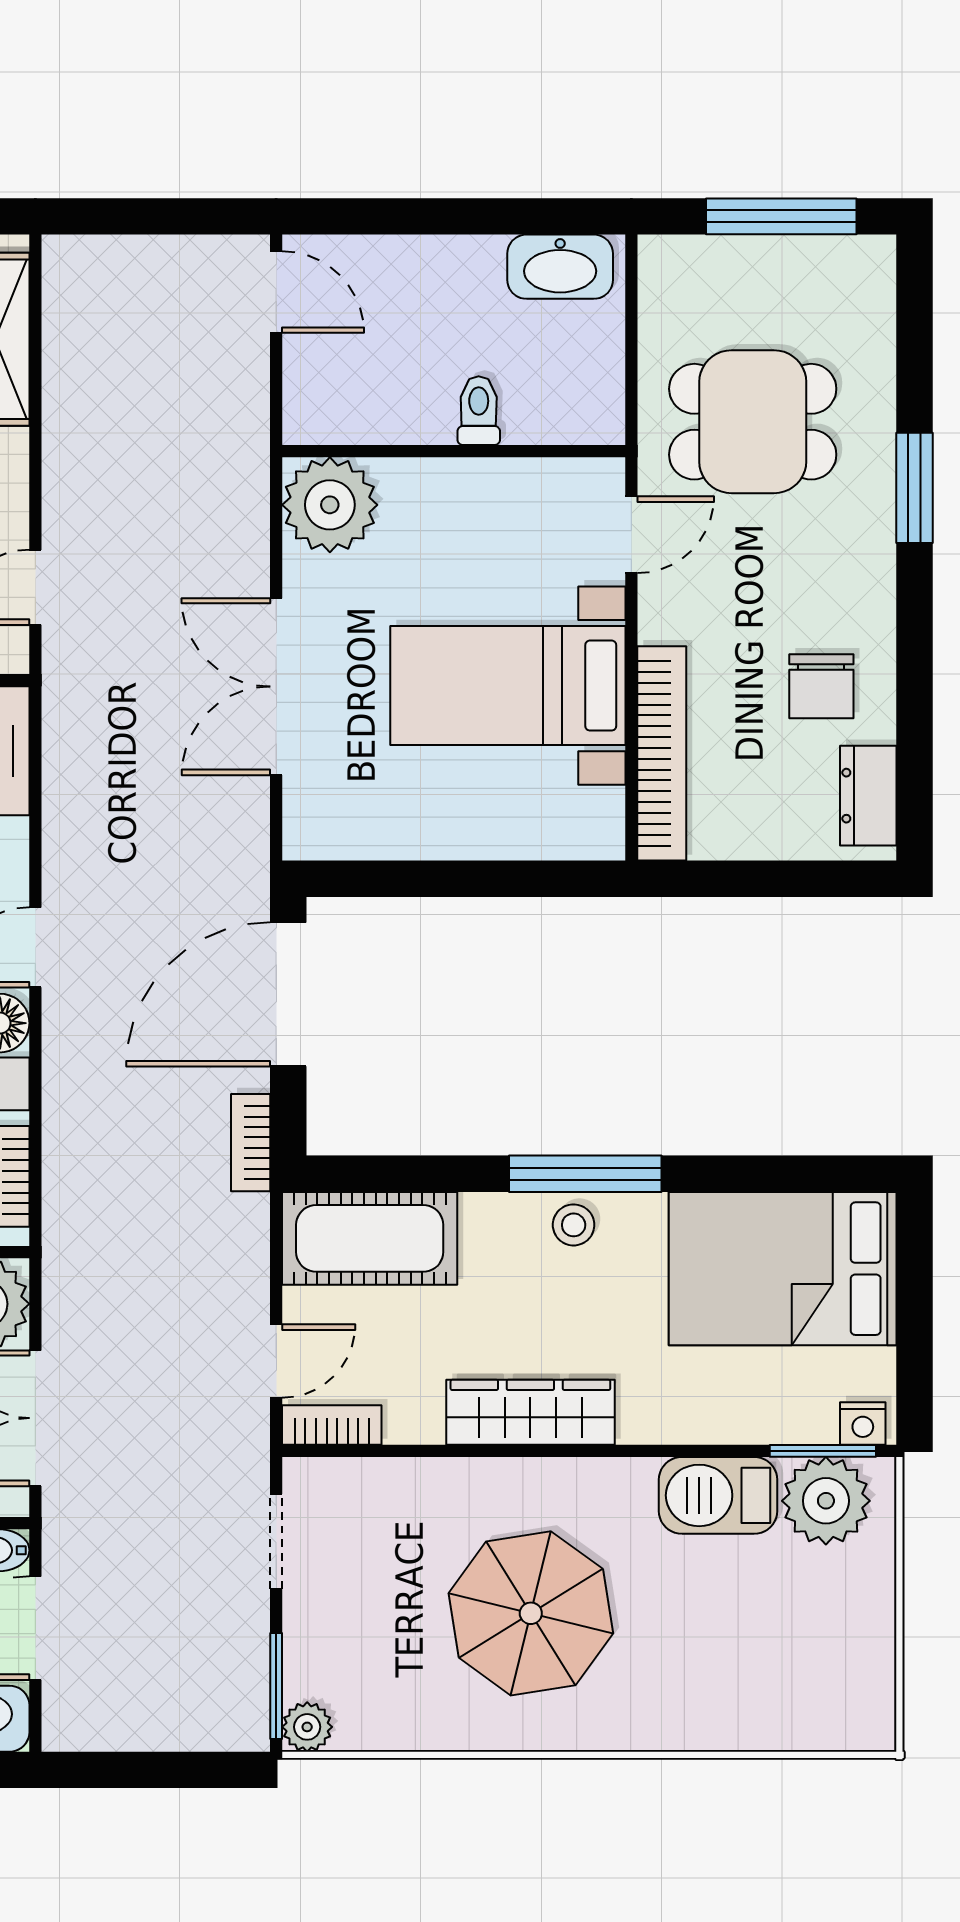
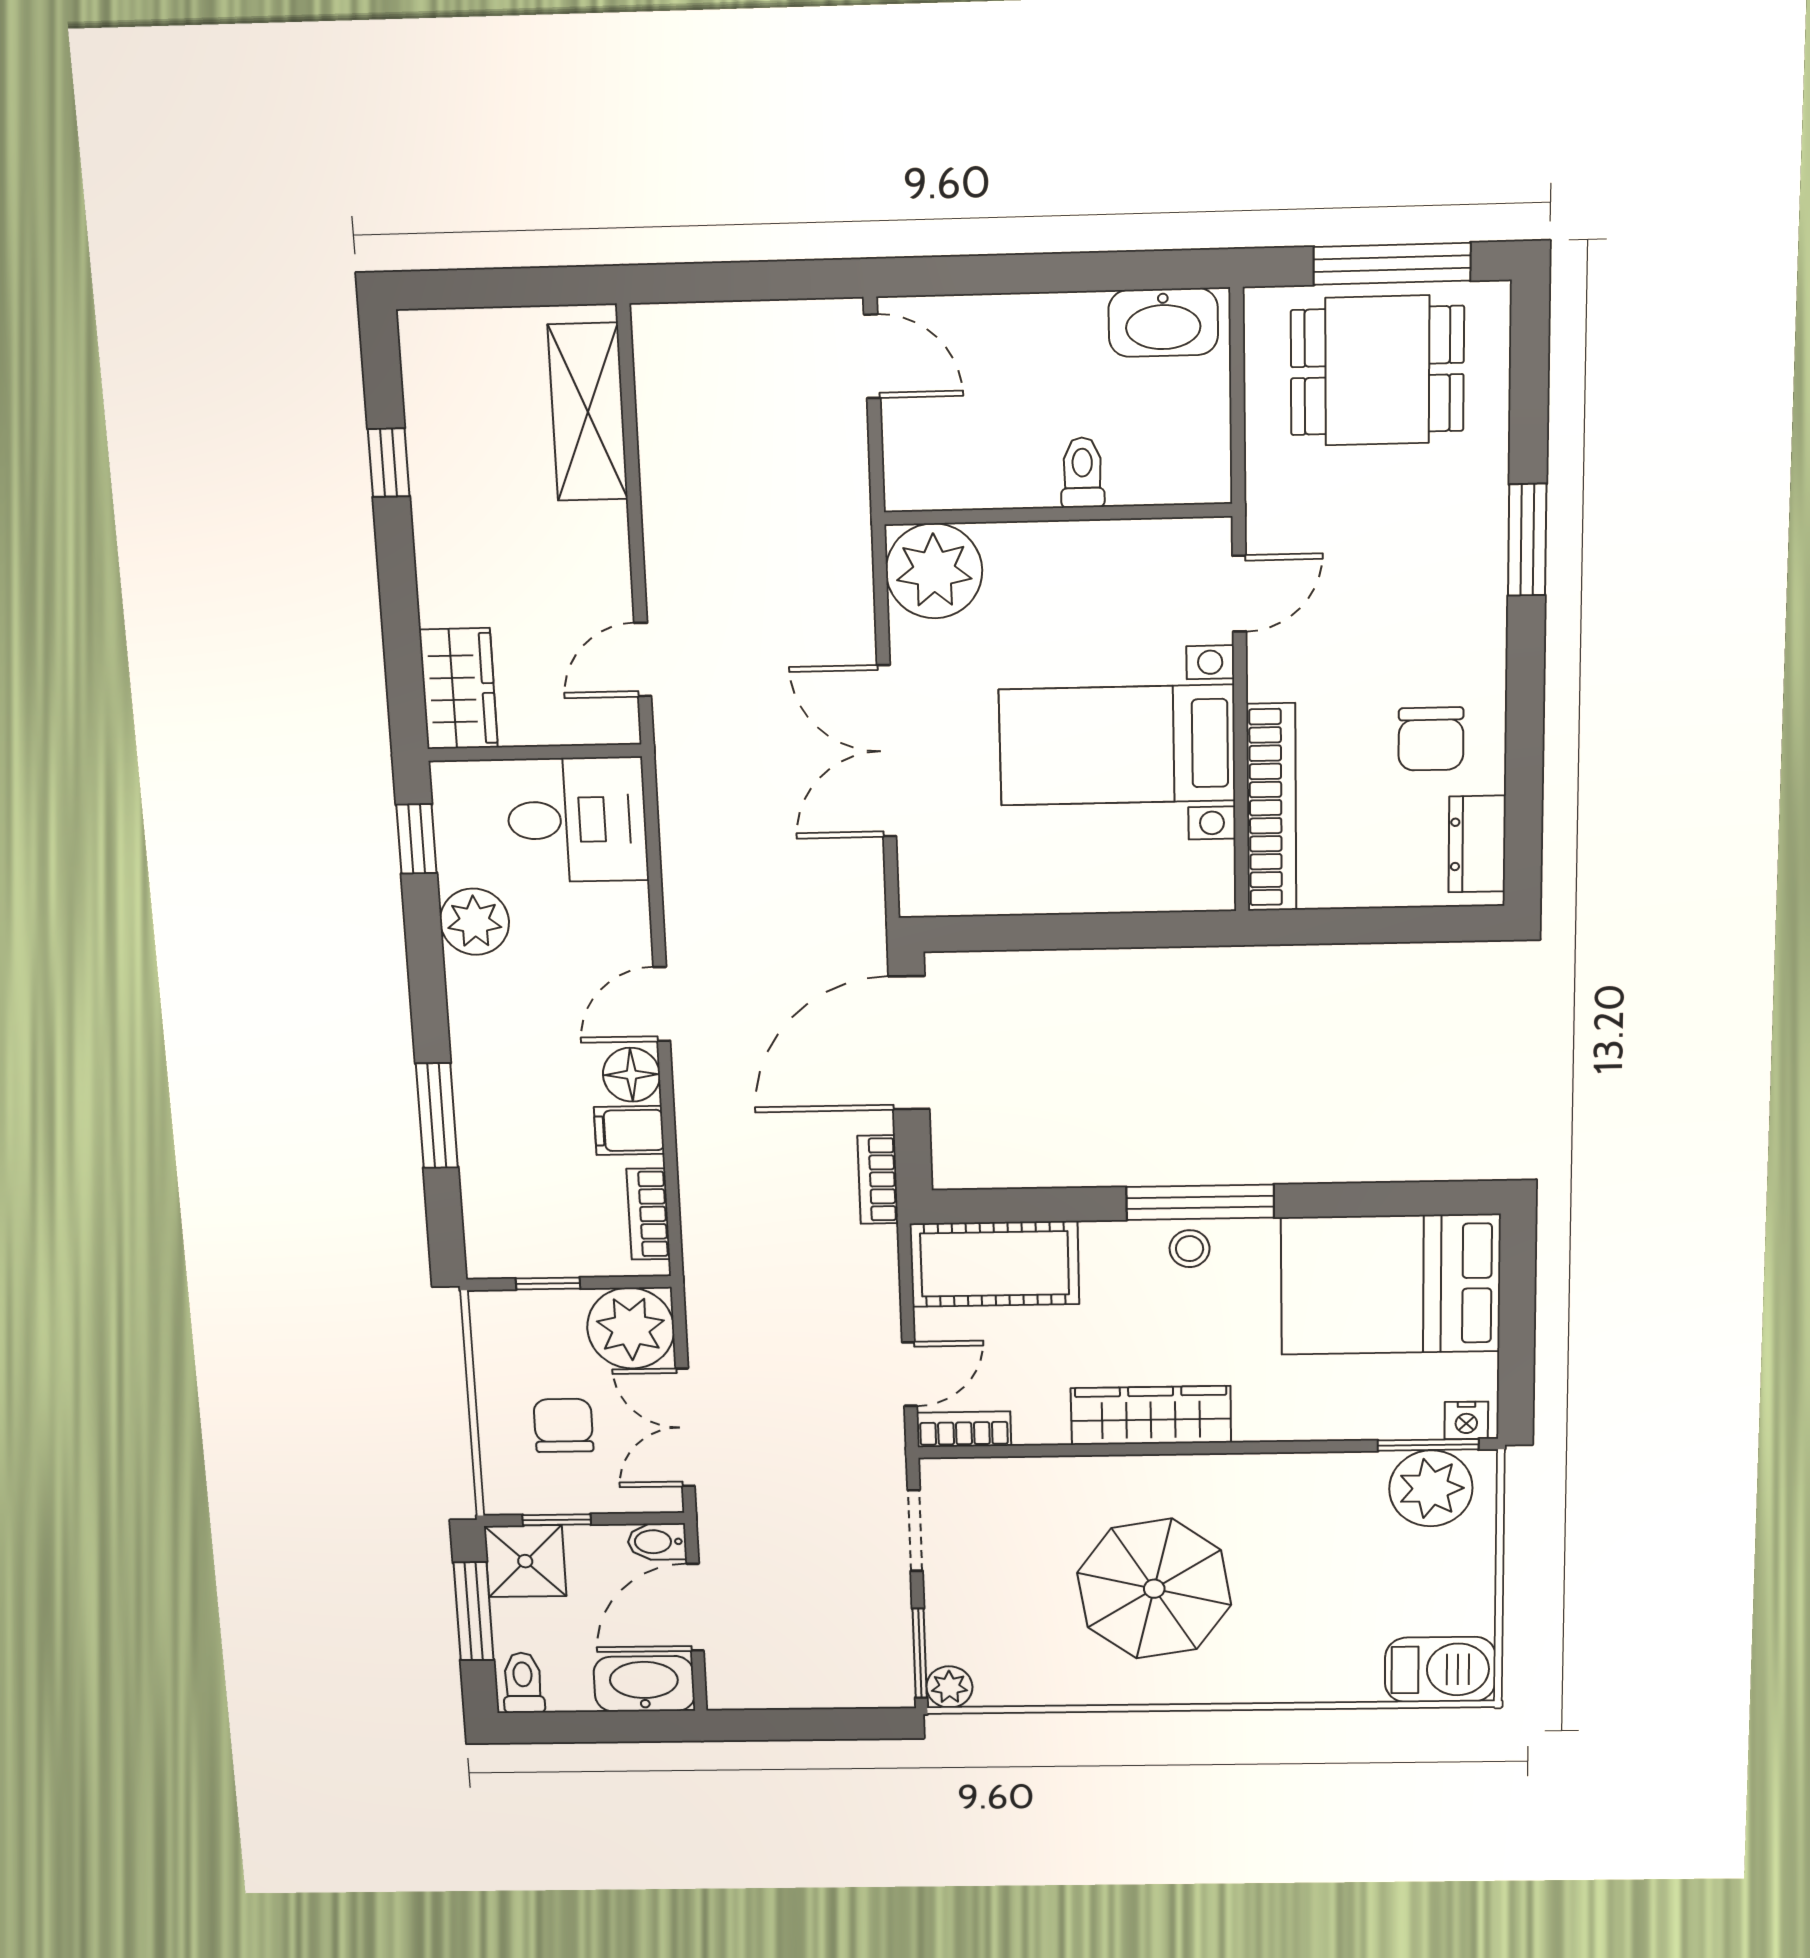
dining table: (753, 422) -> (1377, 371), moved
barbecue: (718, 1495) -> (1440, 1670), moved, turned 180

